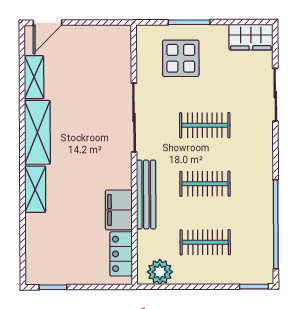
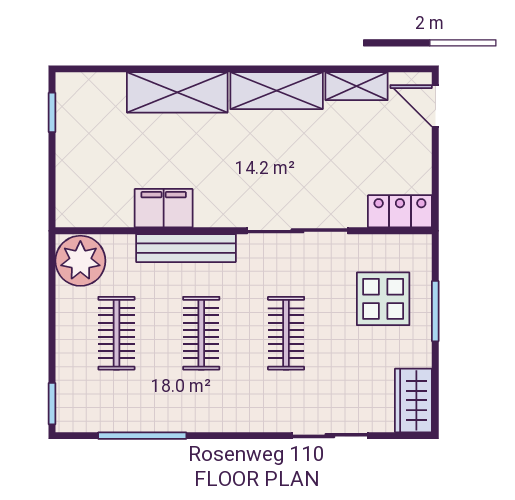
shelving: (35, 189) -> (177, 92), width x1.50, depth x1.33
window: (276, 224) -> (142, 436), width x0.68
locker: (121, 254) -> (400, 211), moved
plant: (160, 272) -> (80, 261), width x1.36, depth x1.36

